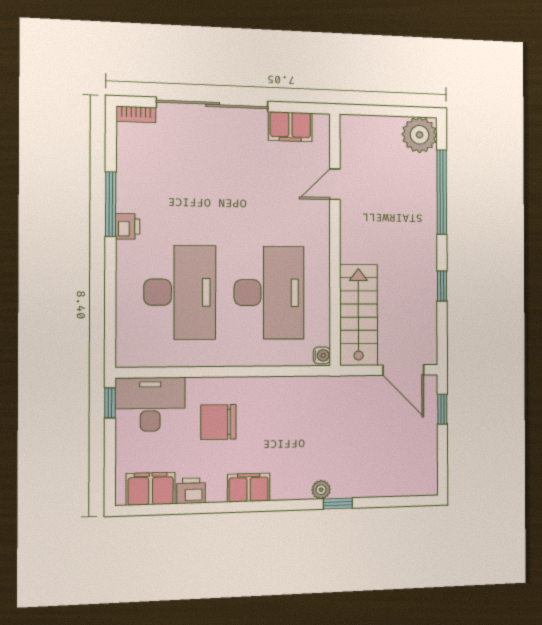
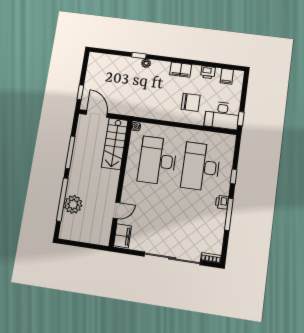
filing cabinet: (290, 127) -> (122, 236), moved, turned 90
plant: (420, 135) -> (73, 204), moved
window: (110, 281) -> (234, 177), added
window: (442, 286) -> (70, 152), width x2.17
filing cabinet: (151, 489) -> (227, 76), width x0.50

